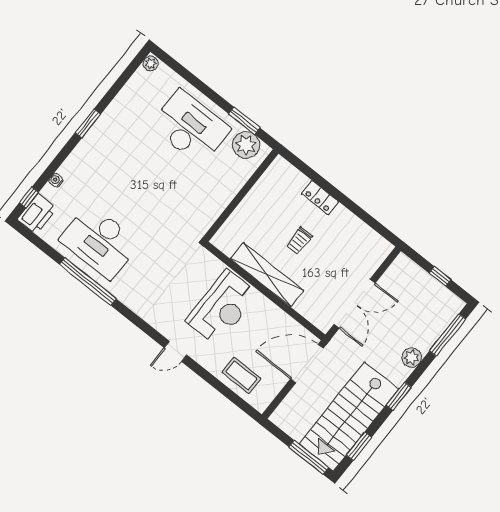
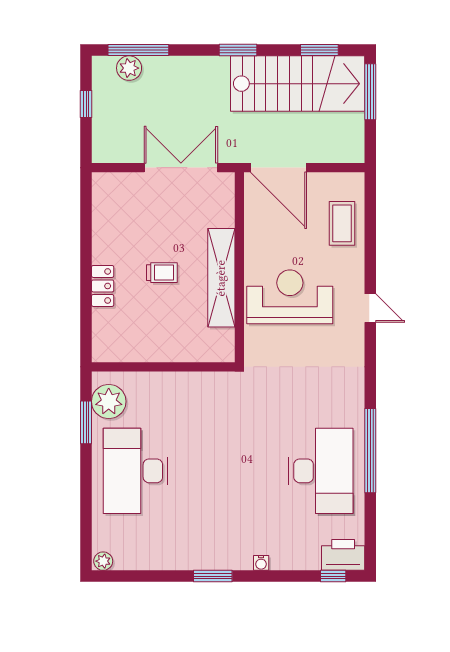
water cooler: (56, 180) -> (261, 563), moved
plant: (412, 357) -> (129, 68), moved

